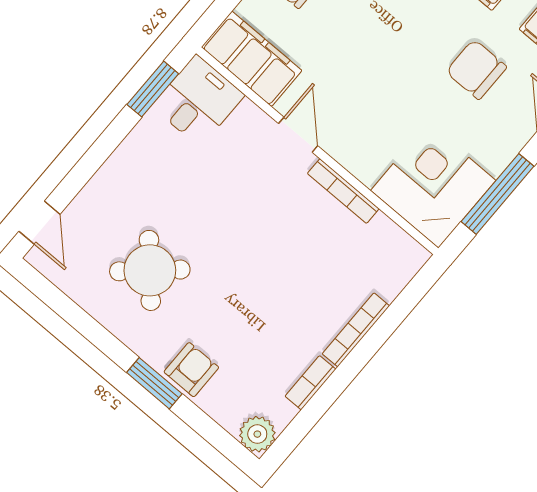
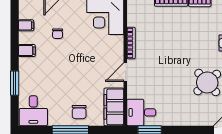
chair: (476, 69) -> (58, 34), width x0.54, depth x0.54

